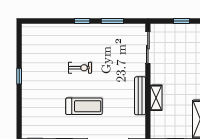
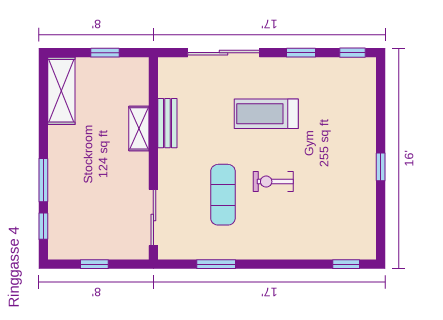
window: (82, 21) -> (346, 264), moved
exercise mat: (109, 60) -> (223, 195), added
bench: (140, 96) -> (167, 123), width x0.73

